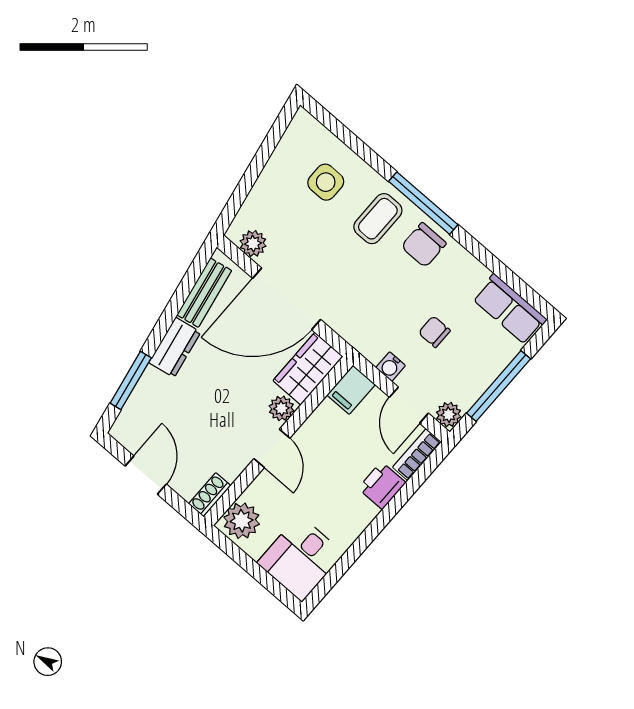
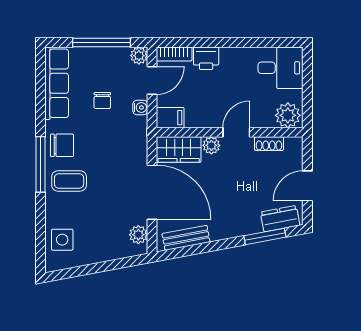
side table: (326, 182) -> (62, 240), moved
row of seats: (510, 309) -> (57, 83), width x1.48
dresser: (175, 347) -> (280, 219), moved
shoe rack: (210, 495) -> (269, 144), moved

